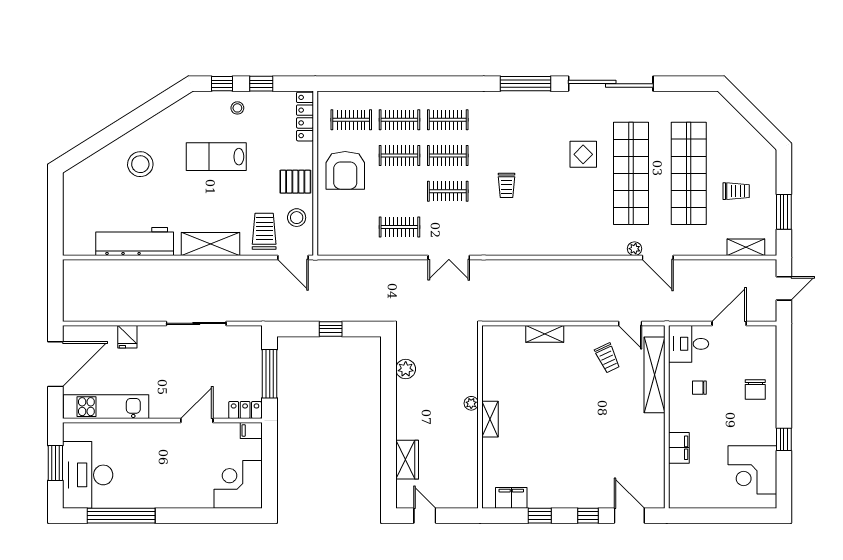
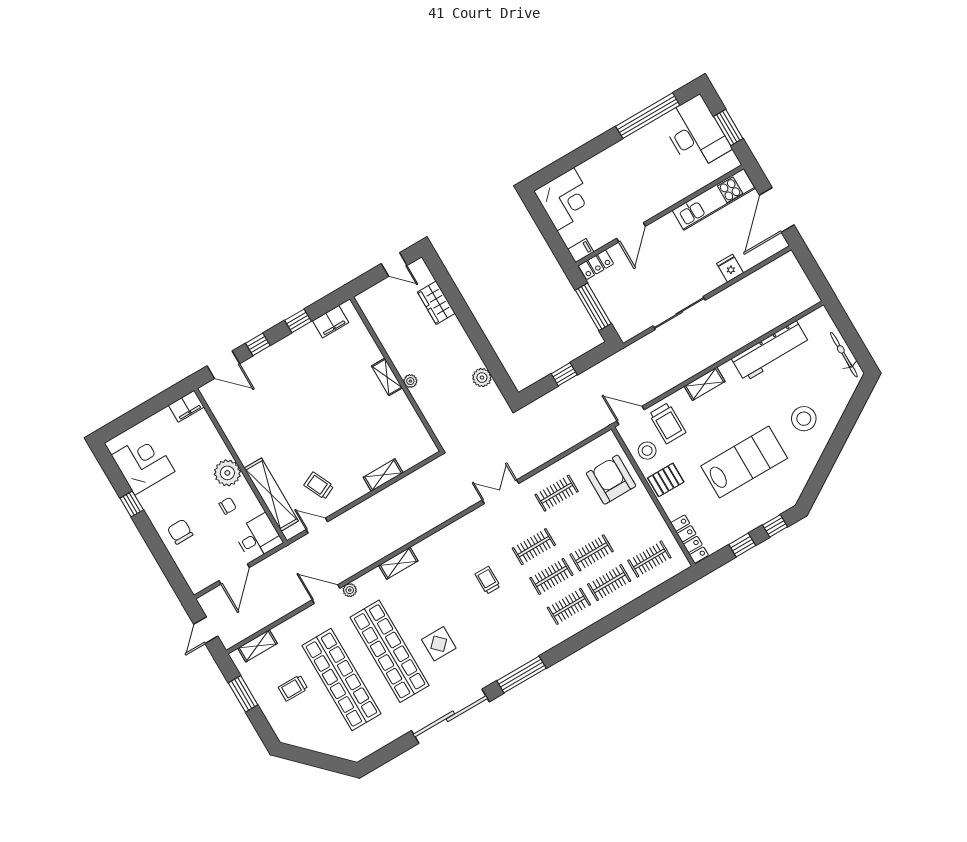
stool: (237, 108) -> (750, 513), removed
lab bench: (216, 157) -> (744, 462), width x1.36, depth x1.39
armchair: (345, 170) -> (611, 480), moved
bicycle: (71, 200) -> (844, 355), added
shelving: (210, 244) -> (705, 384), width x0.67, depth x0.75
shelving: (577, 247) -> (398, 563), added
plant: (682, 417) -> (227, 473), added
filing cabinet: (679, 448) -> (186, 406), moved, turned -90

